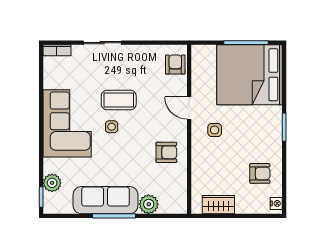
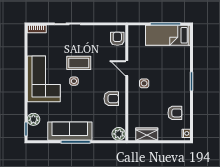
bed: (249, 75) -> (168, 35), width x0.49
plant: (149, 204) -> (119, 134), moved

